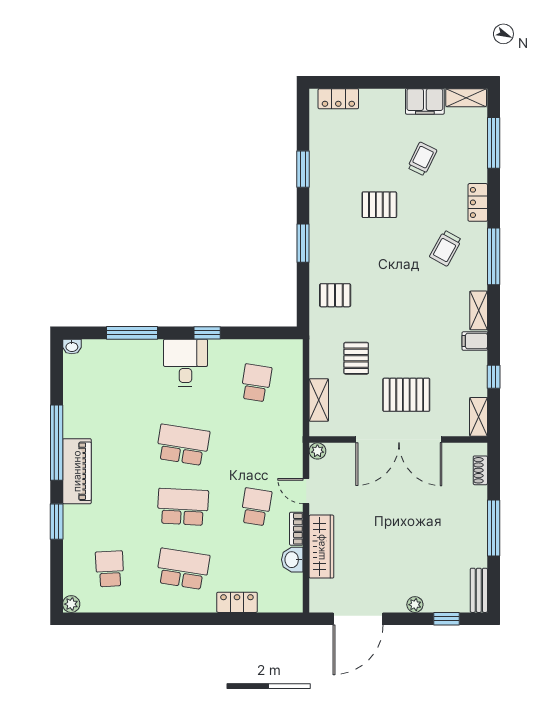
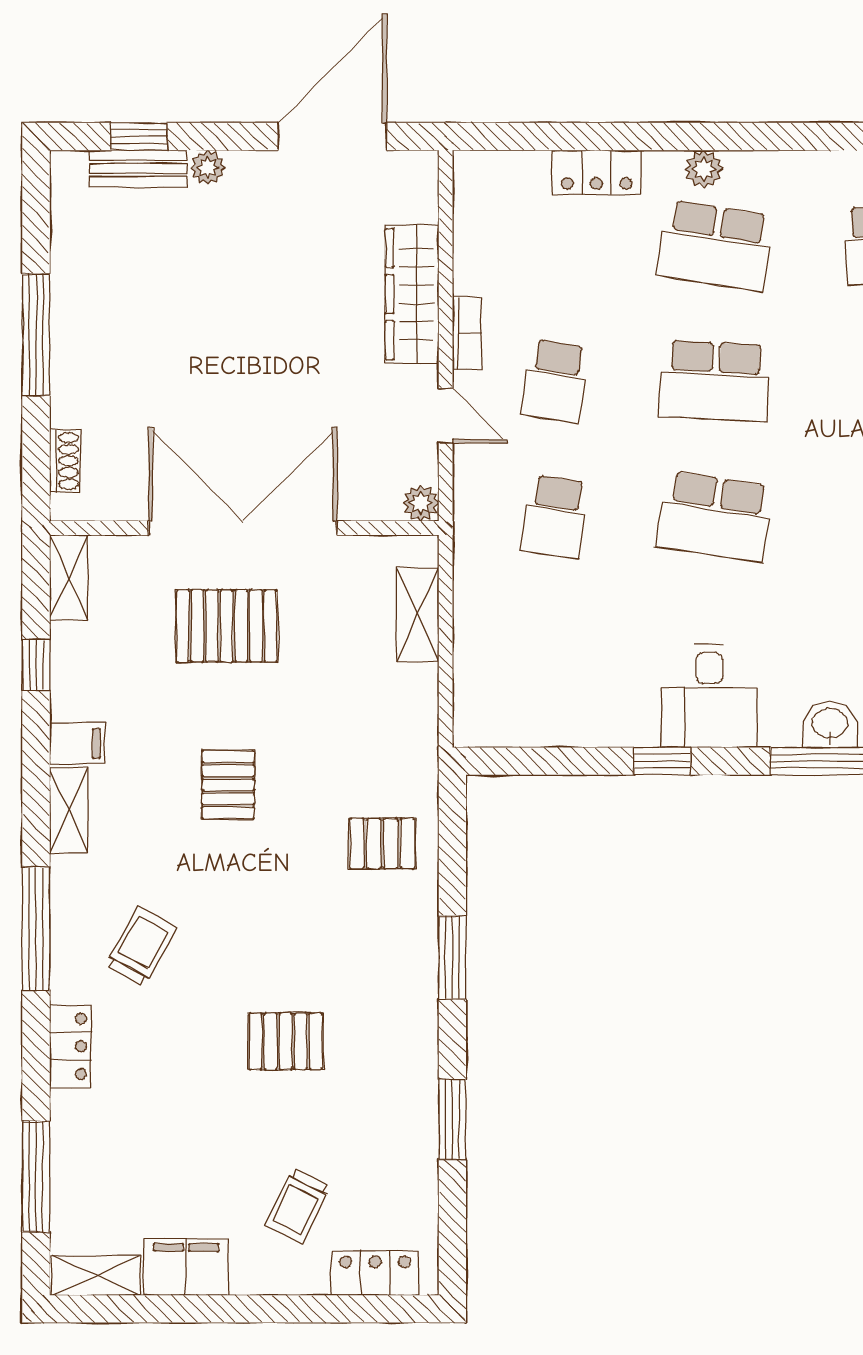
trolley: (422, 159) -> (298, 1206), moved
pallet: (356, 358) -> (228, 785), moved
school desk: (256, 383) -> (555, 517), moved
washbasin: (292, 560) -> (830, 724), moved, turned -90
bench: (479, 590) -> (138, 169), moved, turned 90
plant: (188, 604) -> (704, 169), added

